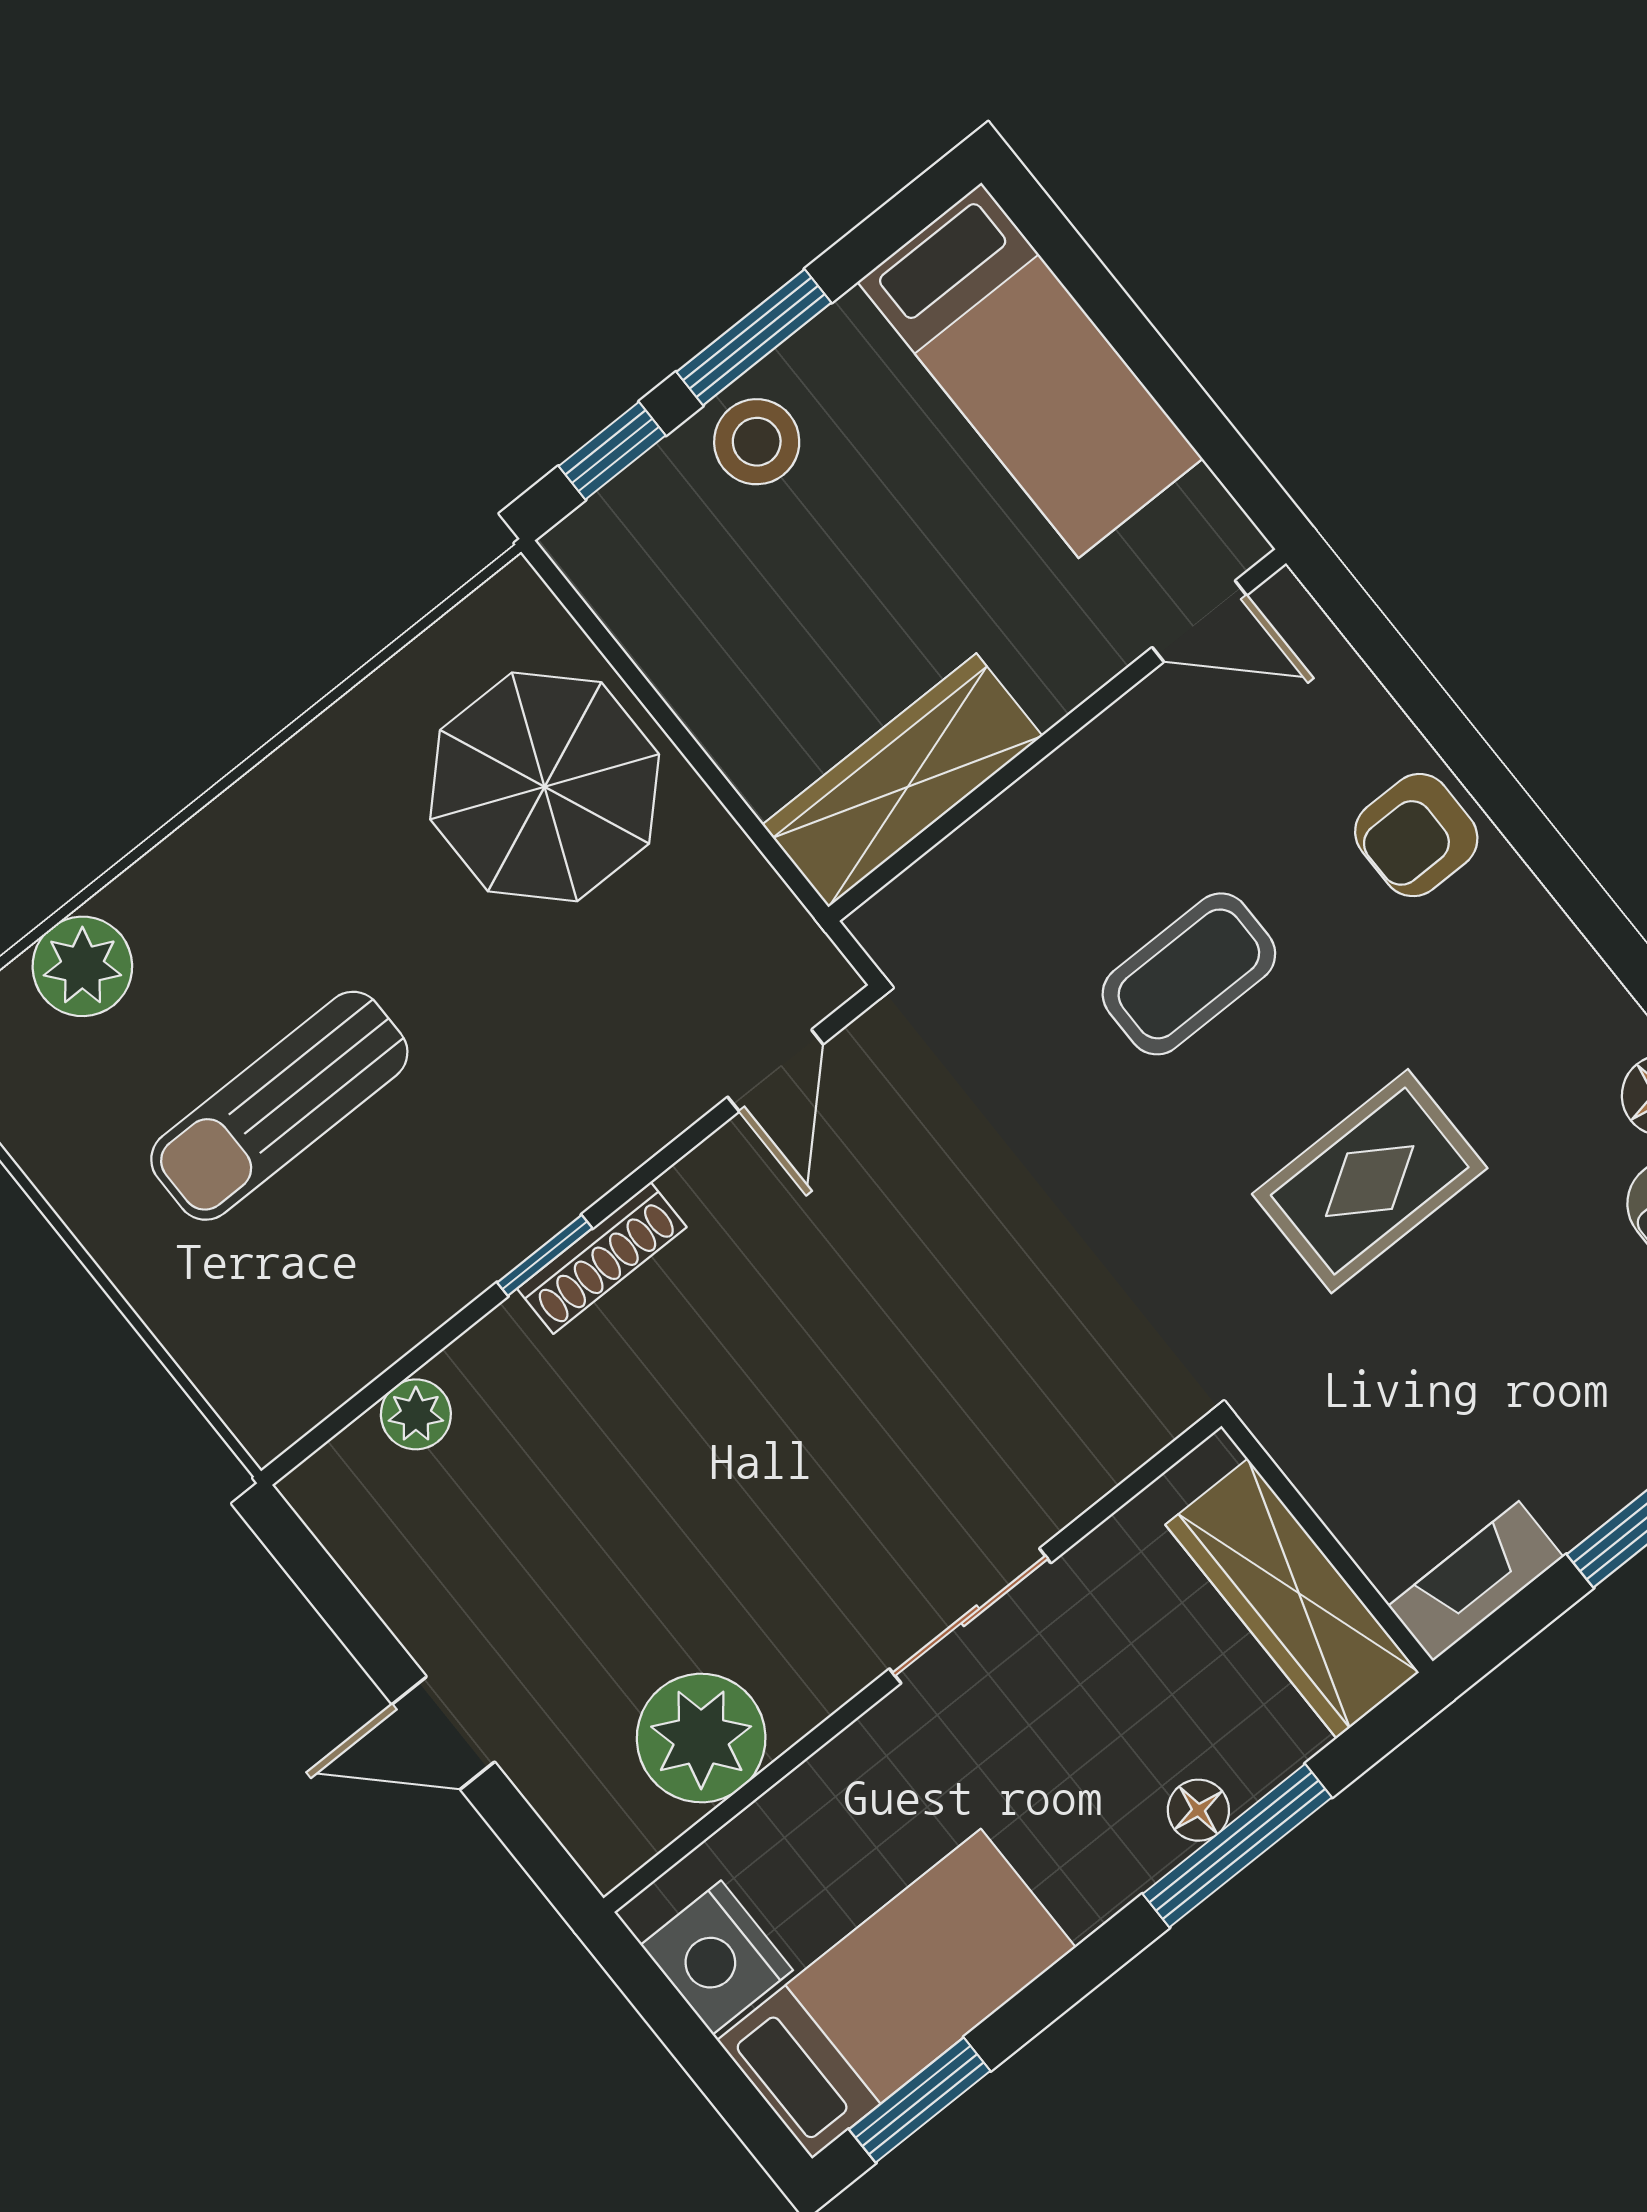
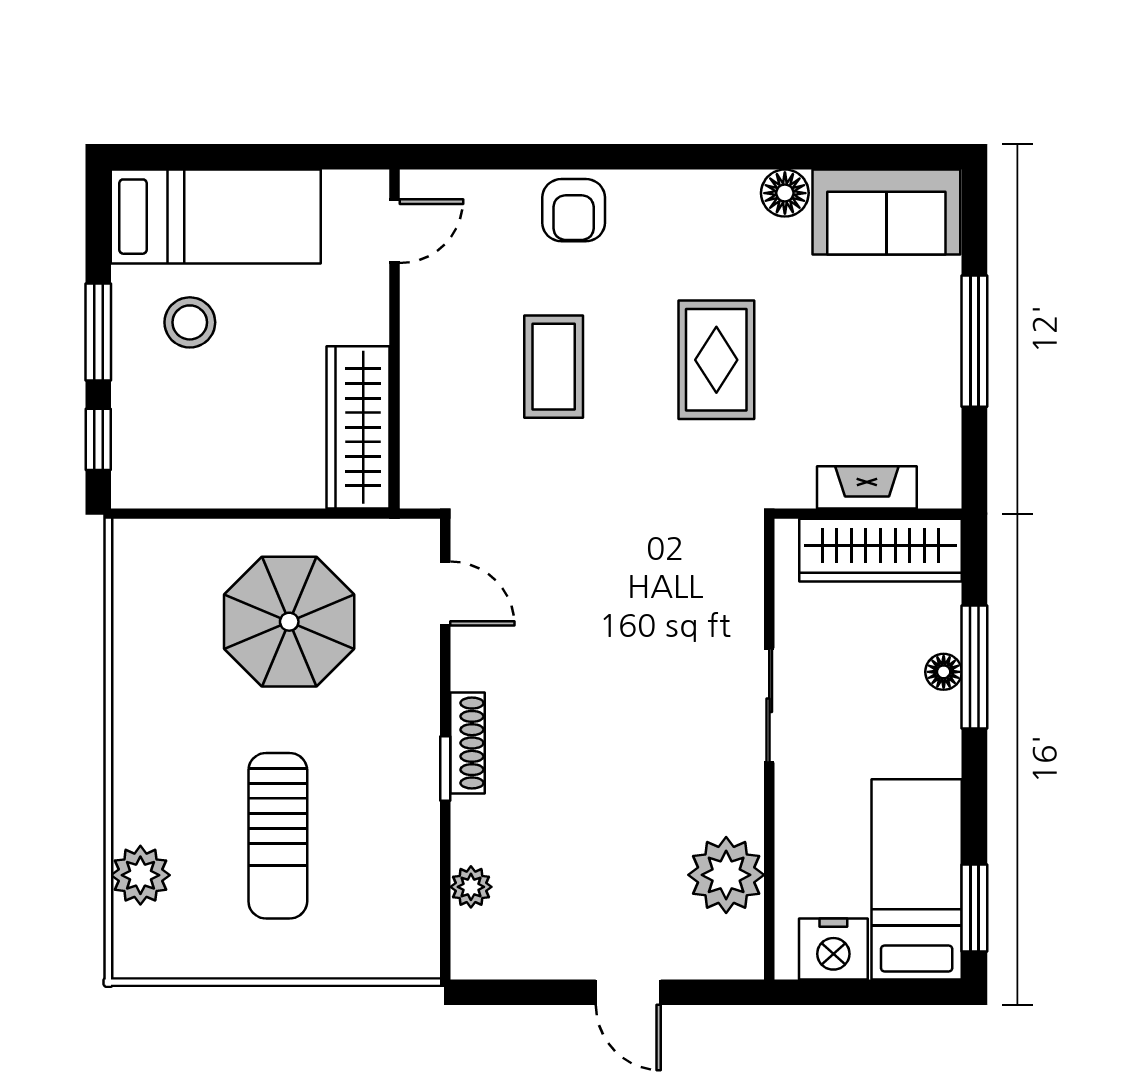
stool: (757, 442) -> (190, 322), moved
parasol: (545, 787) -> (289, 622), moved
fireplace: (1476, 1581) -> (867, 487), moved, turned 90
door: (443, 1733) -> (628, 992), hinge flipped

